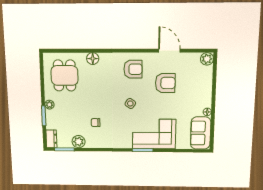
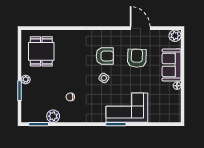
floor lamp: (93, 59) -> (68, 35), removed
armchair: (133, 69) -> (105, 56), moved
armchair: (165, 83) -> (137, 58), turned -88
sofa: (201, 133) -> (172, 65), moved
dresser: (51, 139) -> (26, 113), removed

